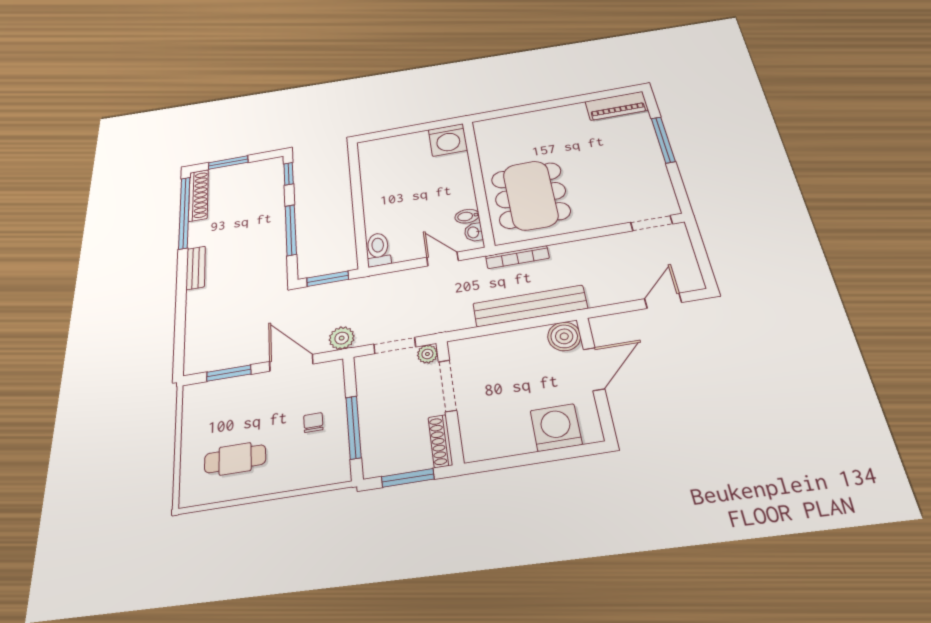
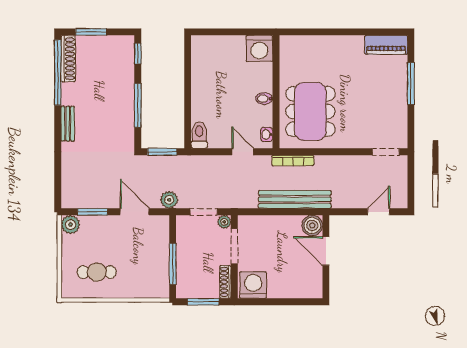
bidet: (467, 216) -> (264, 99), moved
door: (594, 369) -> (326, 251), swing flipped
plant: (196, 396) -> (70, 225), added
chair: (313, 423) -> (147, 256), removed
washing machine: (556, 427) -> (253, 285), moved

